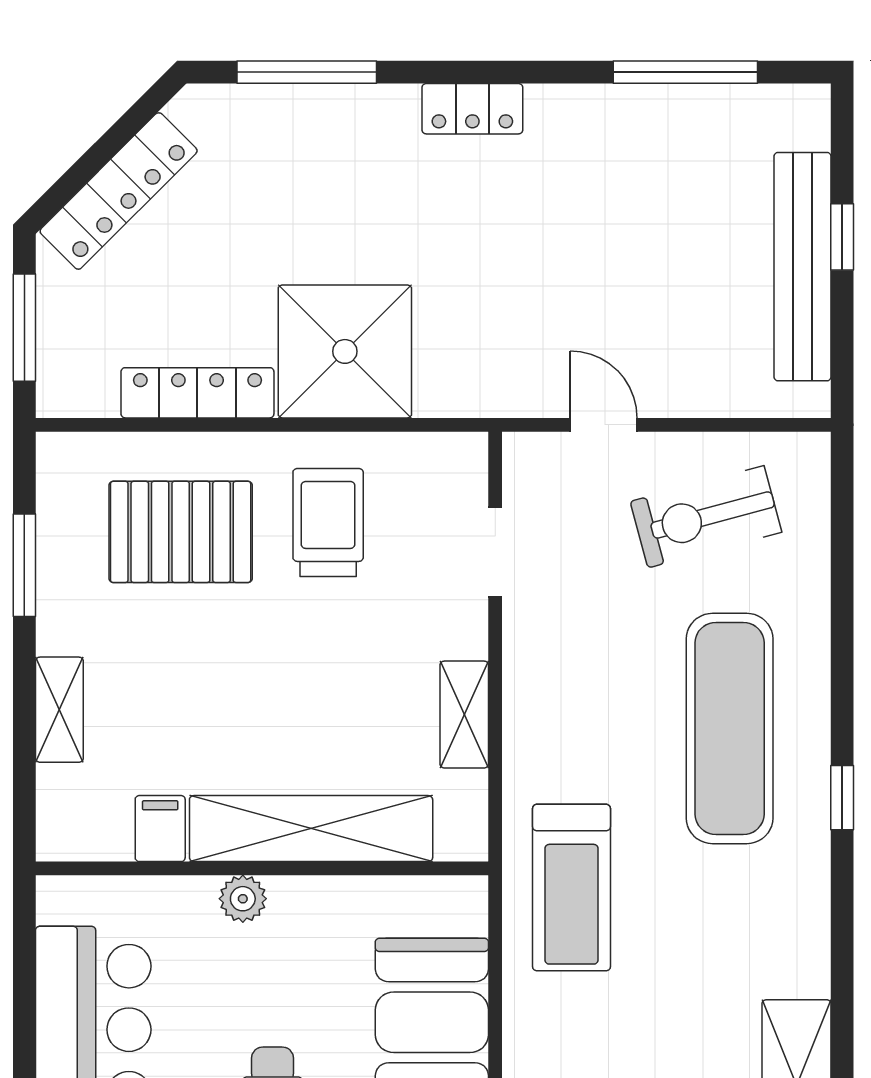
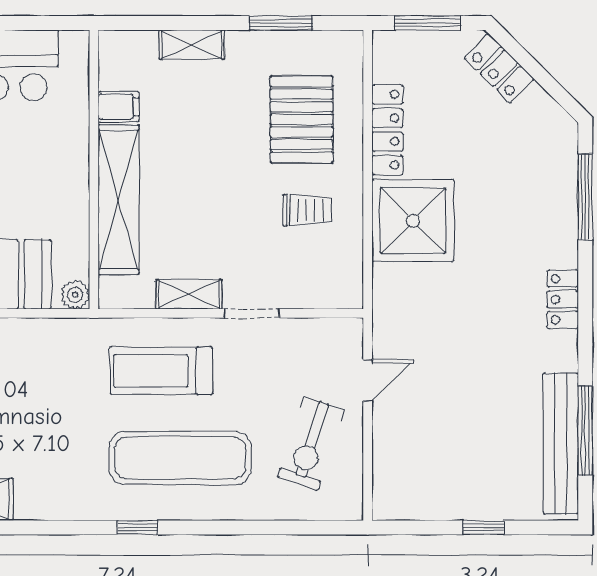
locker: (119, 191) -> (499, 68), width x0.66
bench: (803, 267) -> (561, 443), moved, turned 90
exercise bike: (706, 517) -> (311, 443), turned -147
trolley: (328, 522) -> (307, 210), width x0.73, depth x0.72
doorway: (495, 552) -> (252, 313), moved
treadmill: (571, 888) -> (161, 371), moved
plant: (243, 899) -> (75, 295), moved

